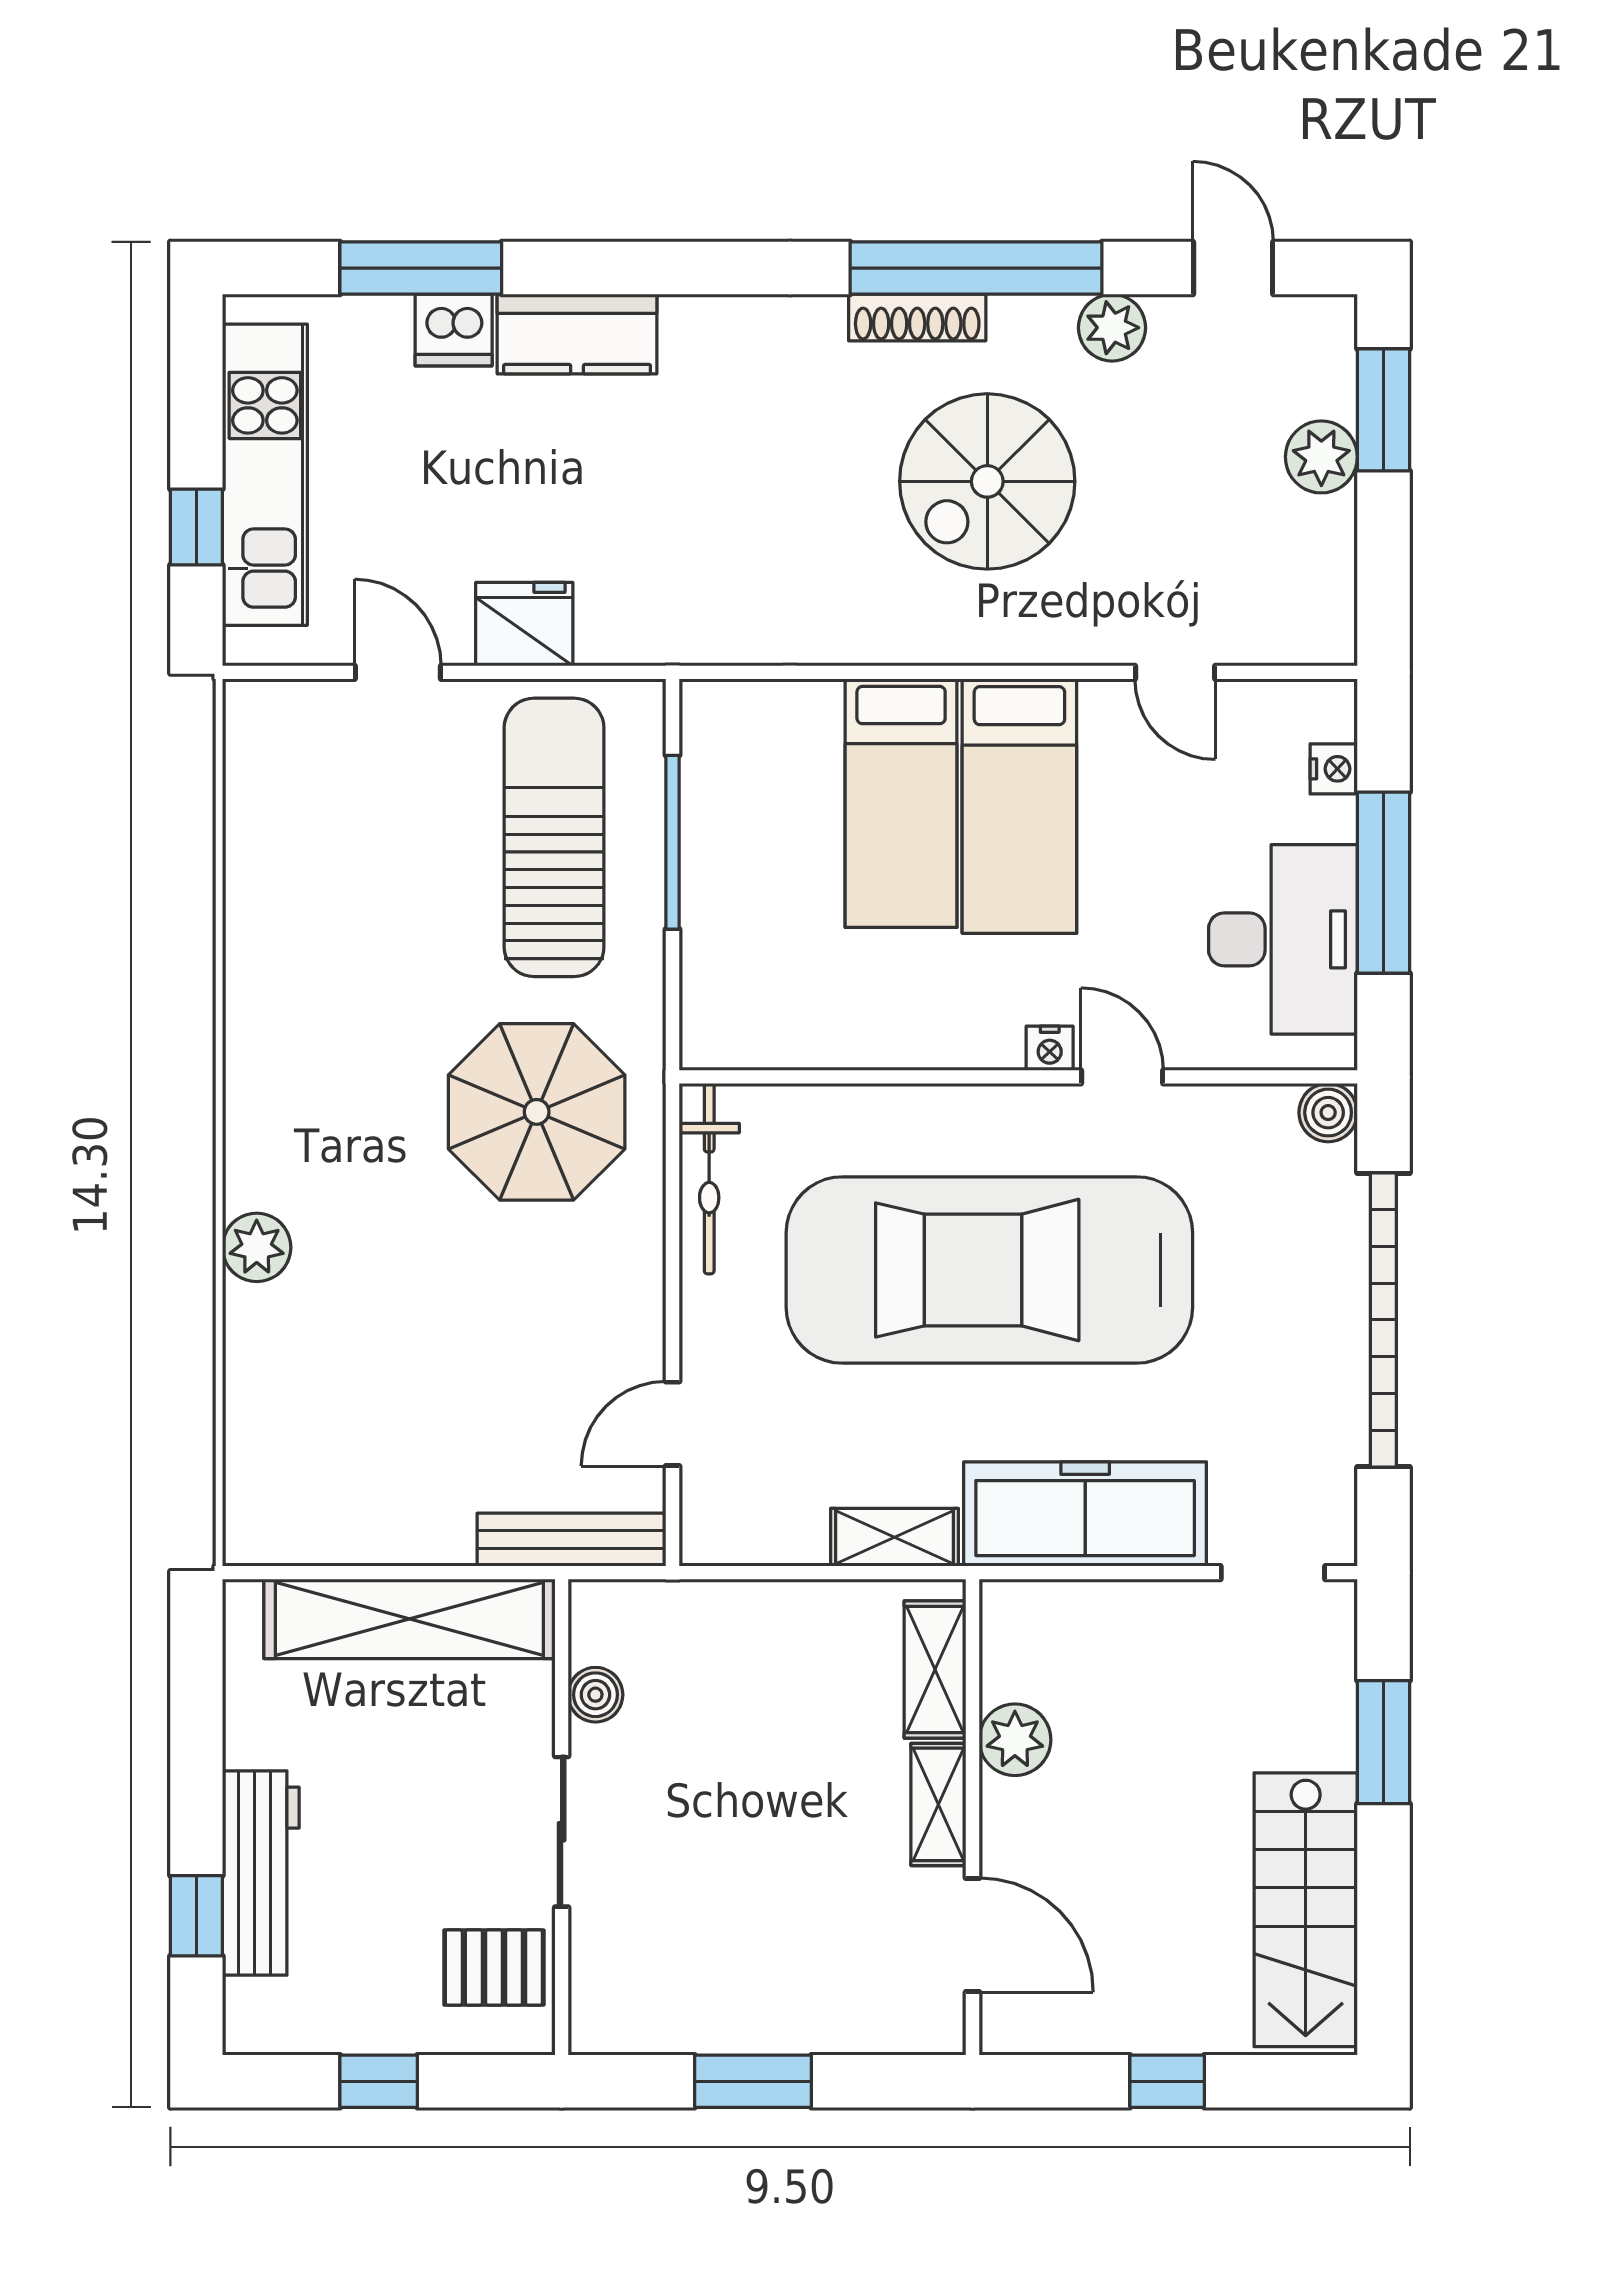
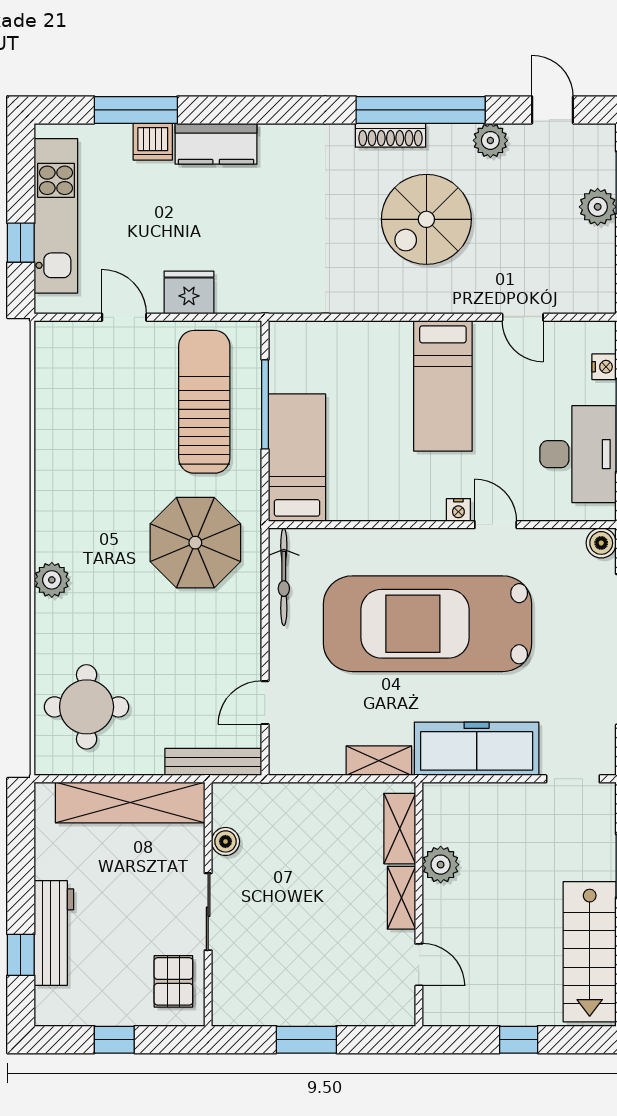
bed: (901, 803) -> (297, 458), moved, turned 180
plant: (257, 1247) -> (52, 580), moved
round table: (324, 1432) -> (87, 707), added
door: (973, 1935) -> (419, 965), width x0.73
pallet: (494, 1967) -> (173, 981), turned 90

